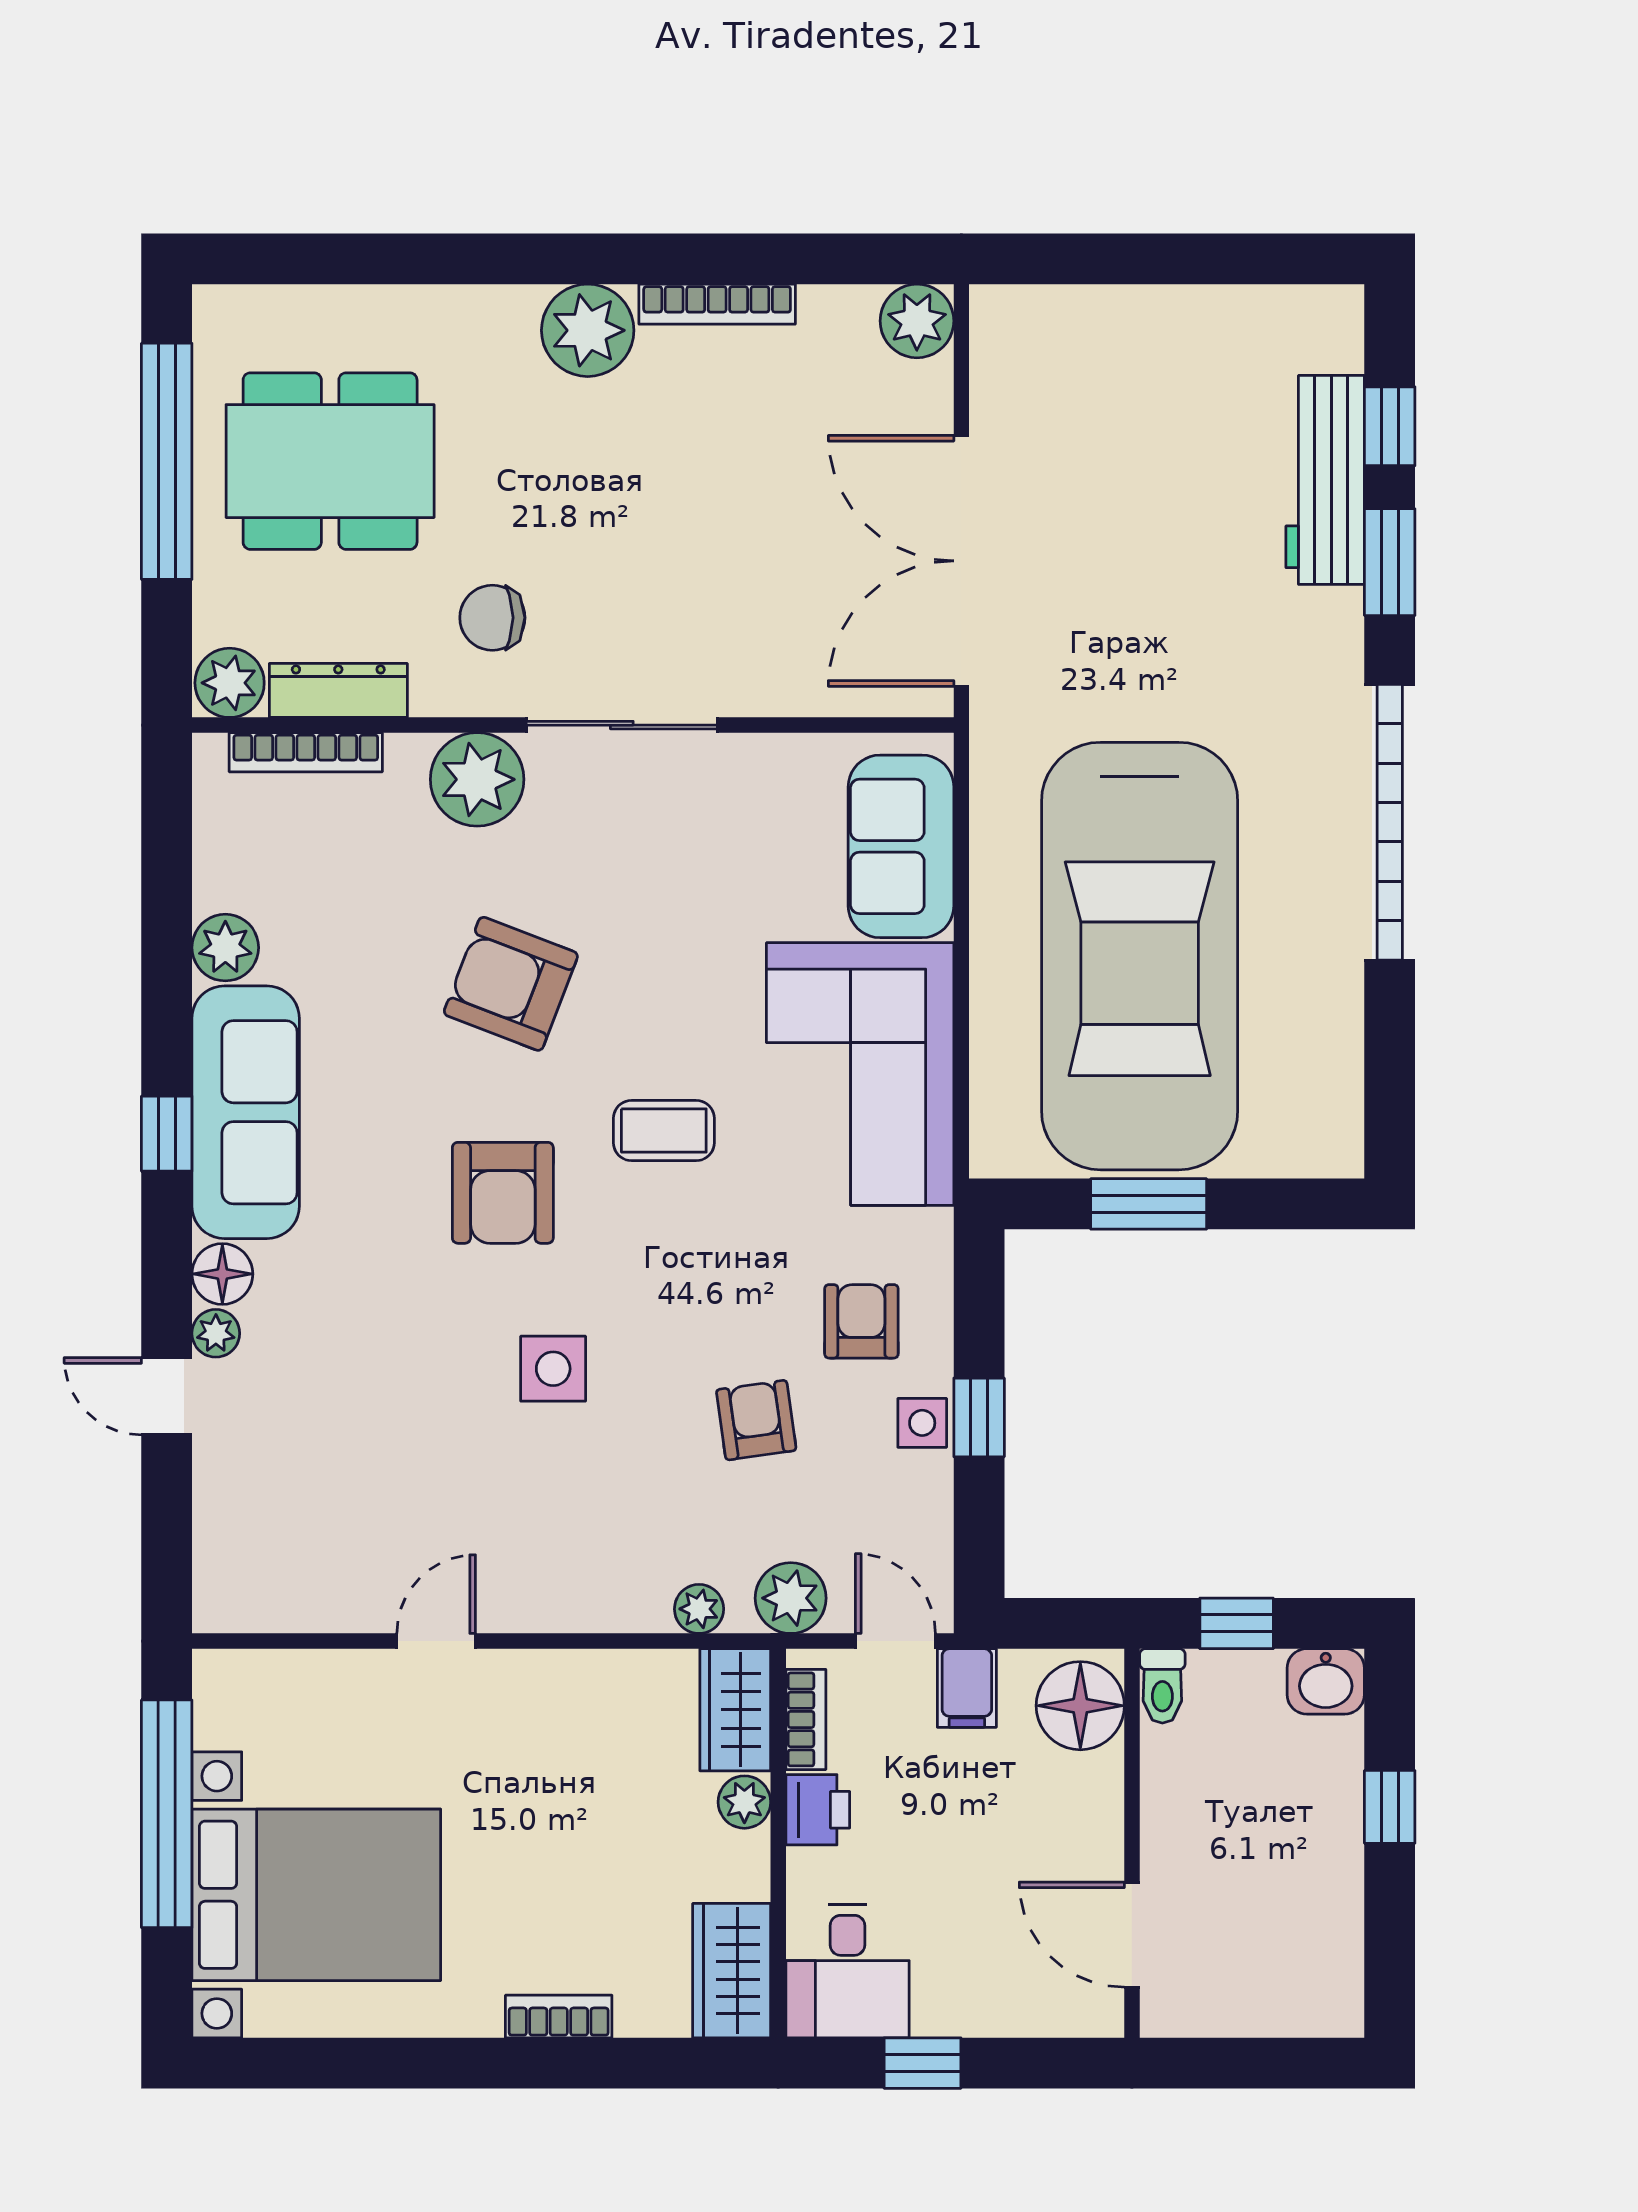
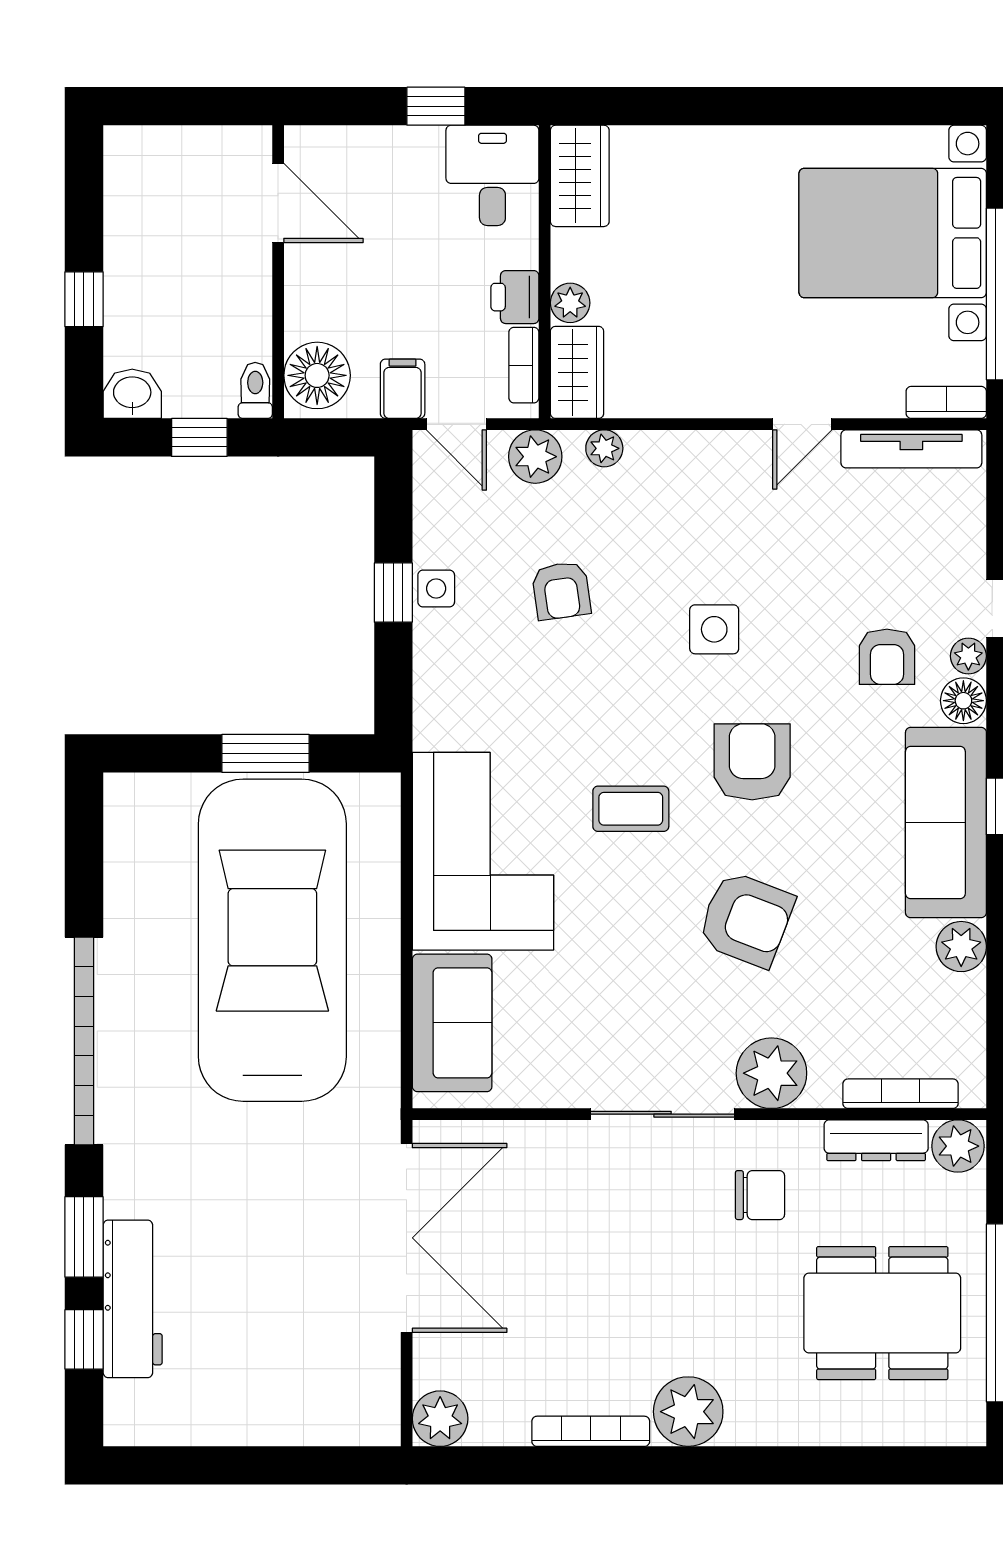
armchair: (861, 1321) -> (887, 657), moved
tv unit: (291, 1608) -> (911, 449), added
bookcase: (559, 2017) -> (946, 402), moved, turned 180

